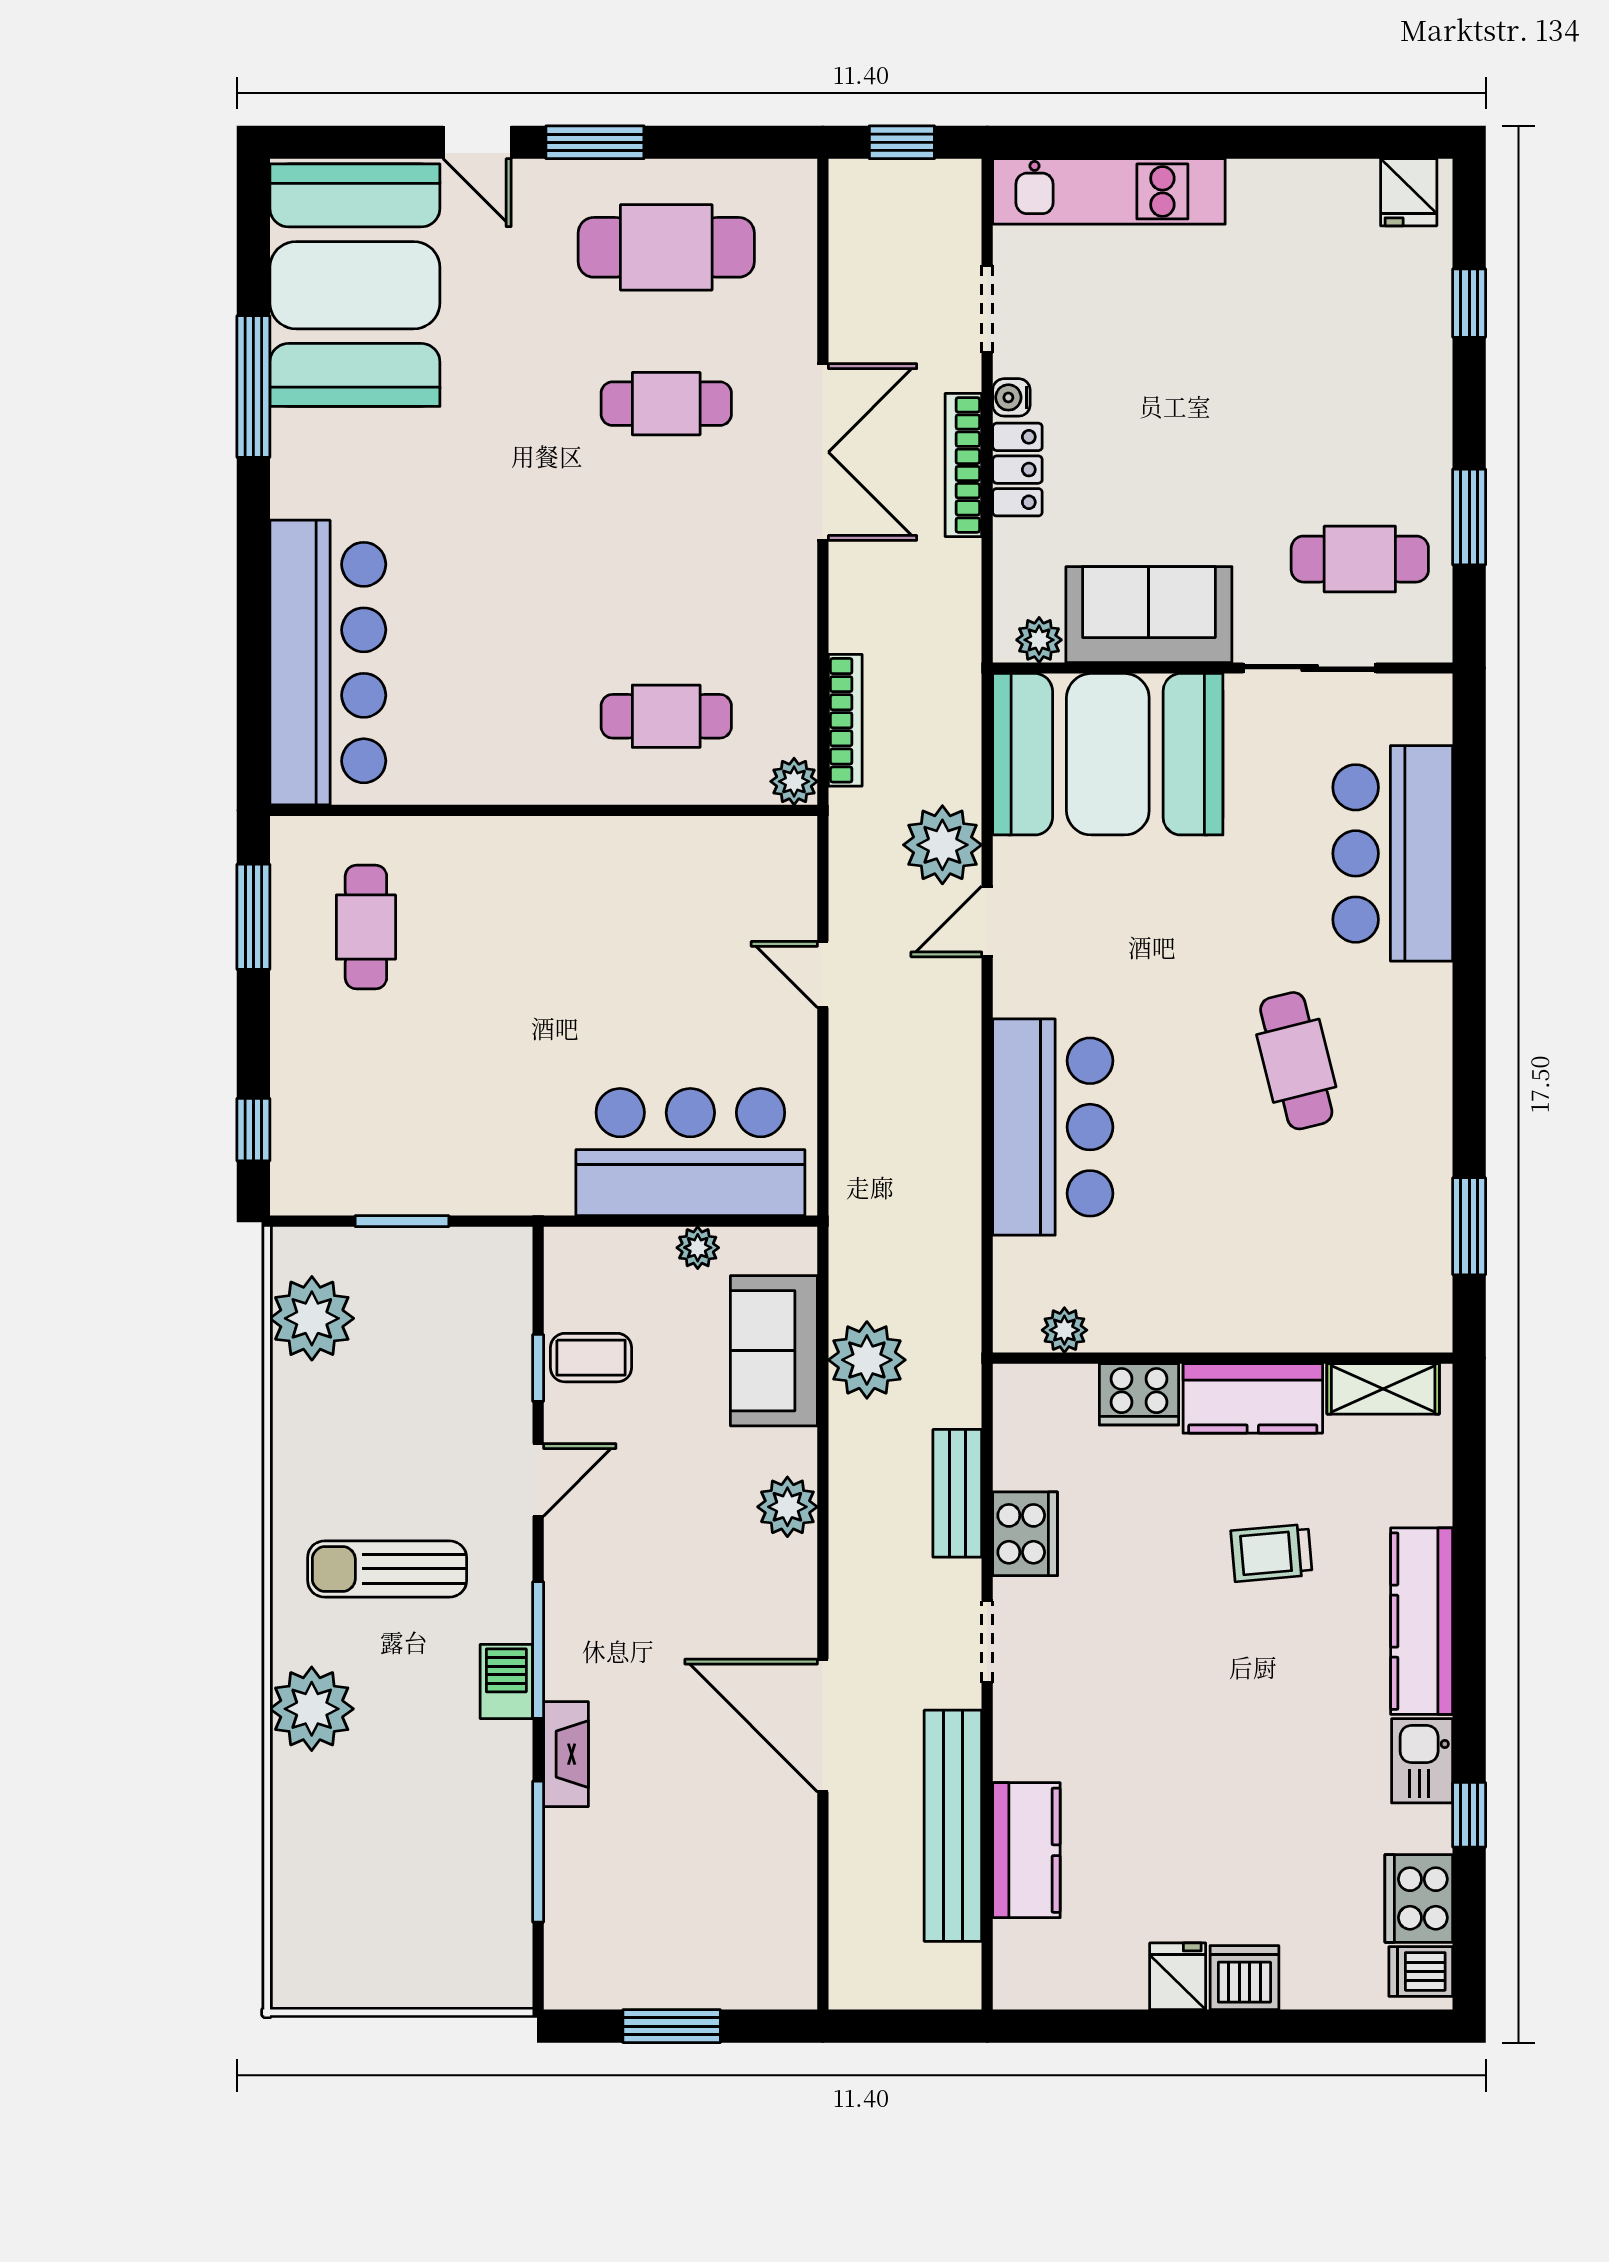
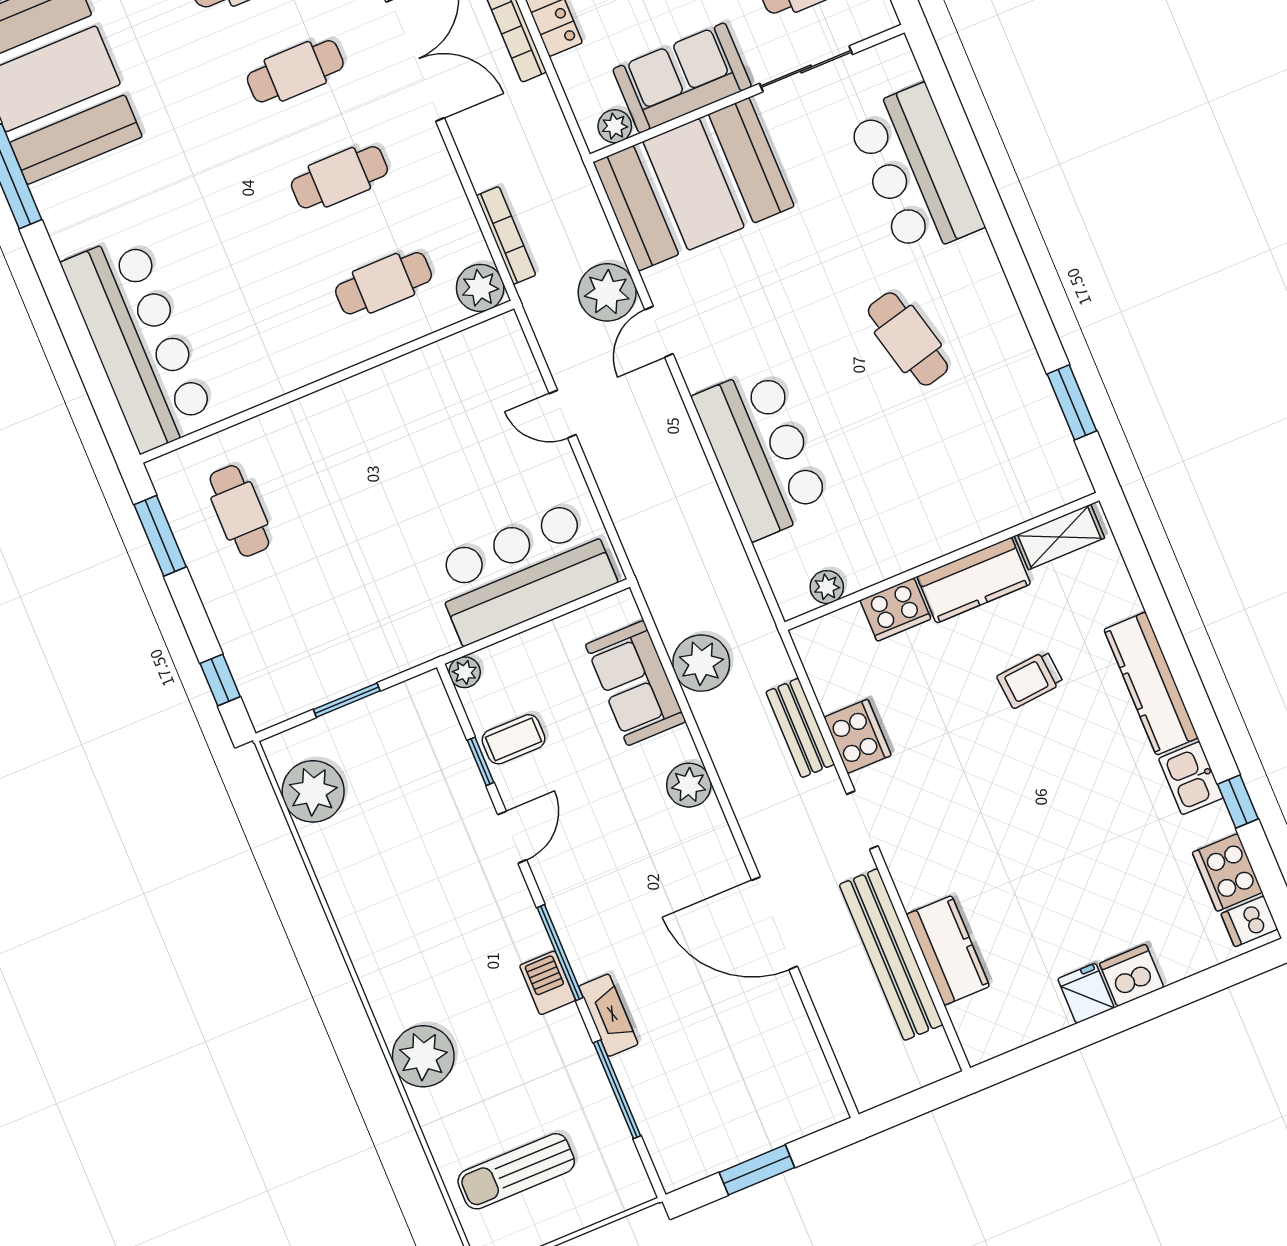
cafe table: (666, 560) -> (339, 177), added
plant: (794, 781) -> (480, 288), width x1.38, depth x1.38
plant: (698, 1248) -> (465, 672), moved
sun lounger: (387, 1569) -> (516, 1171), moved

